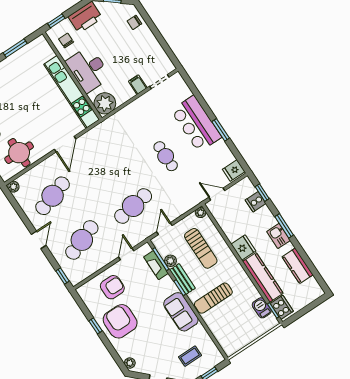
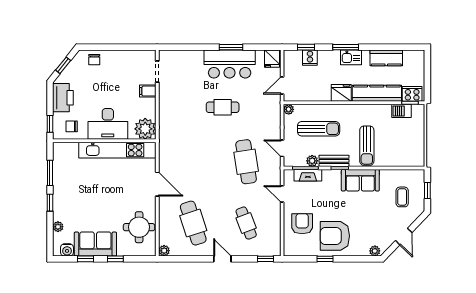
bar counter: (196, 124) -> (230, 64), moved
cafe table: (82, 240) -> (246, 223), width x0.73, depth x0.74

